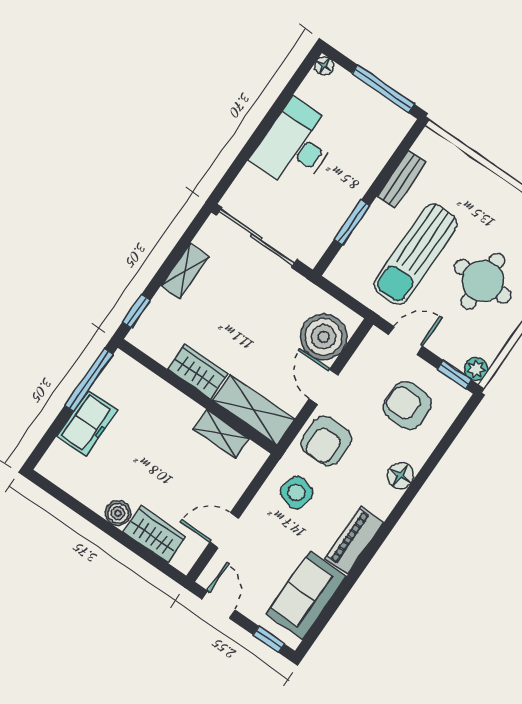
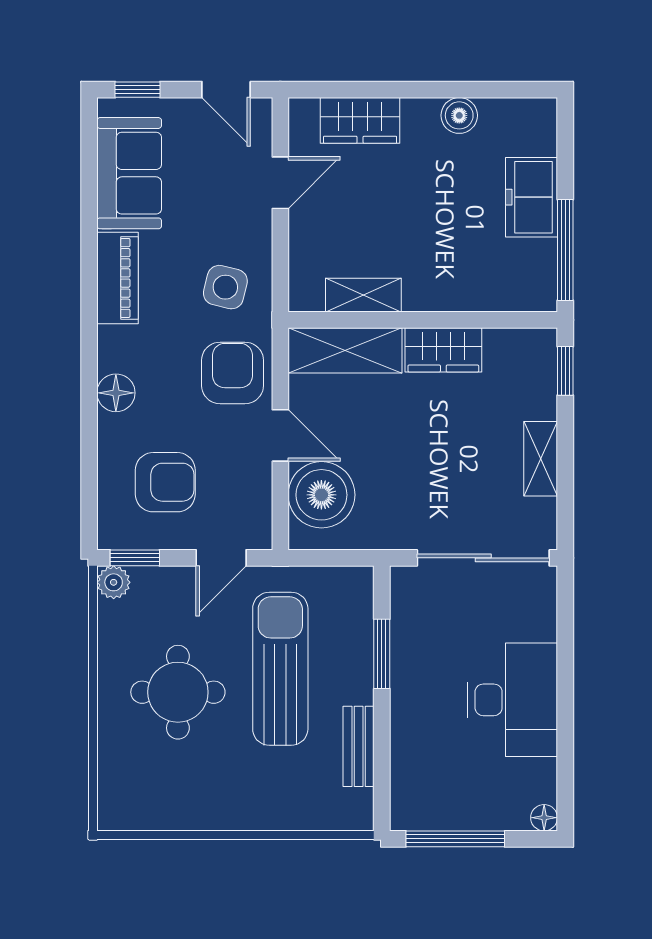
boiler: (118, 513) -> (459, 115), moved

